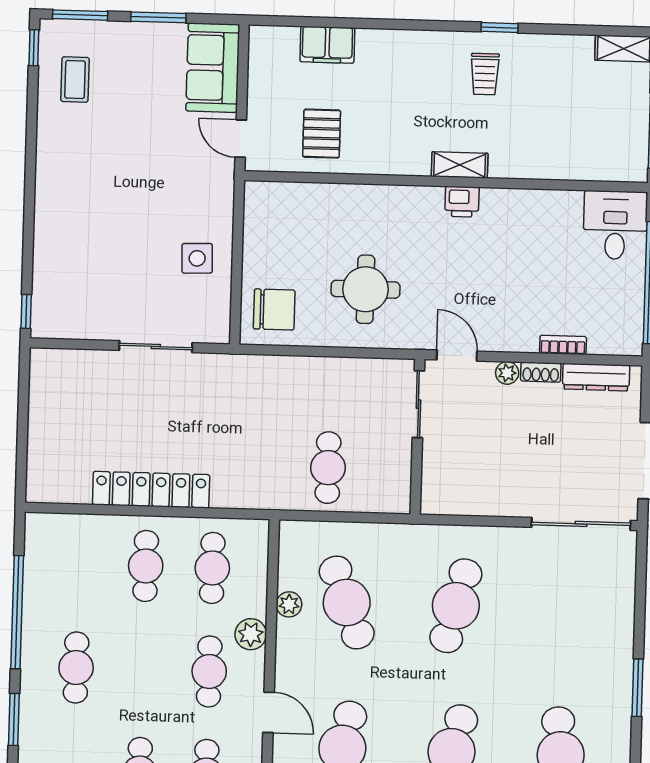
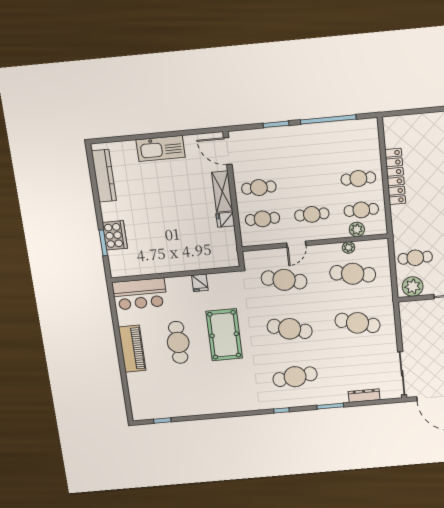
plant: (390, 480) -> (413, 287), added
cafe table: (347, 603) -> (353, 274), turned 30
dresser: (622, 612) -> (364, 396), added
plant: (251, 634) -> (357, 229), moved
cafe table: (76, 668) -> (305, 151), removed

